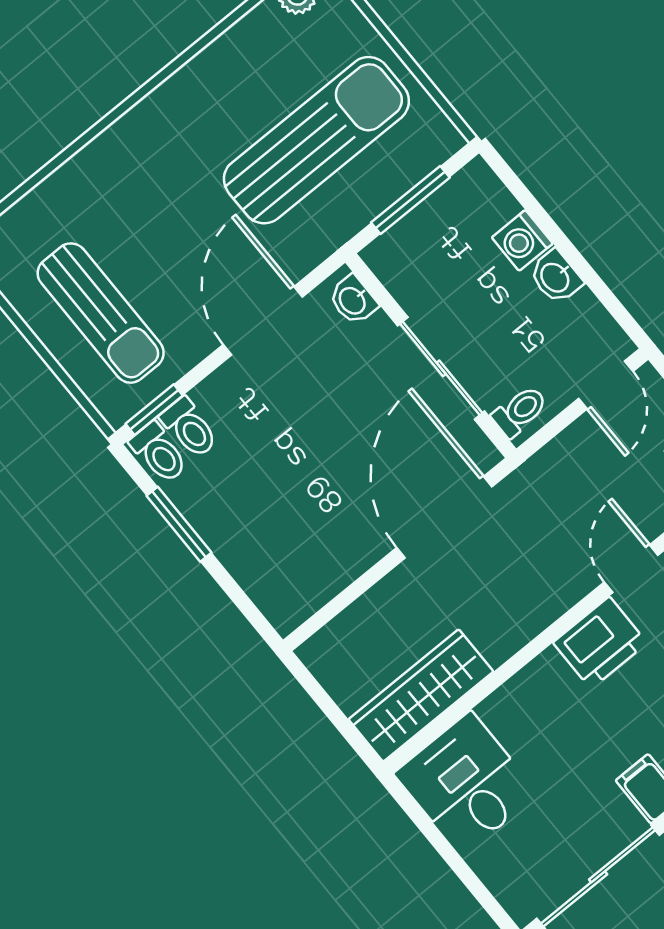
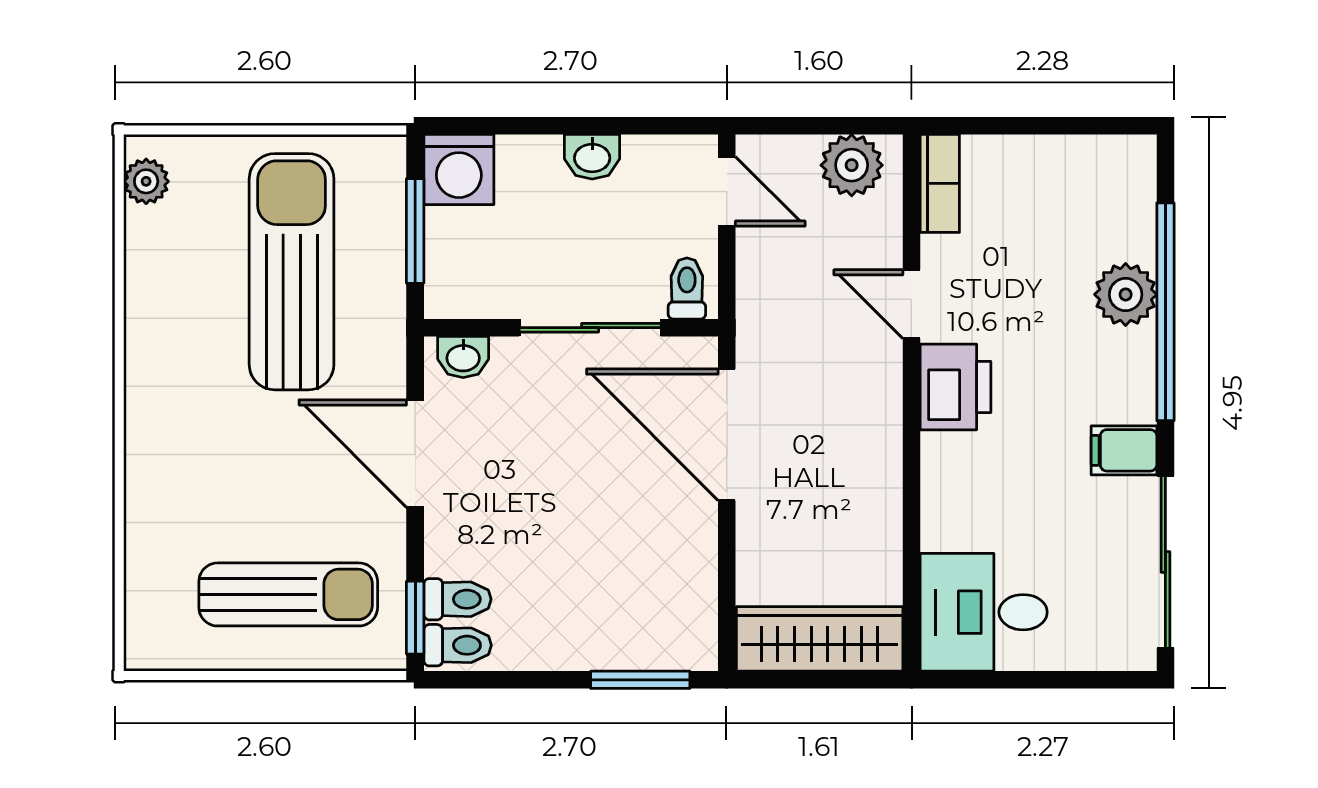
washing machine: (522, 240) -> (459, 169), moved, width x1.38, depth x1.38
window: (179, 524) -> (640, 680), moved
wardrobe: (421, 695) -> (820, 639), moved, turned 90

